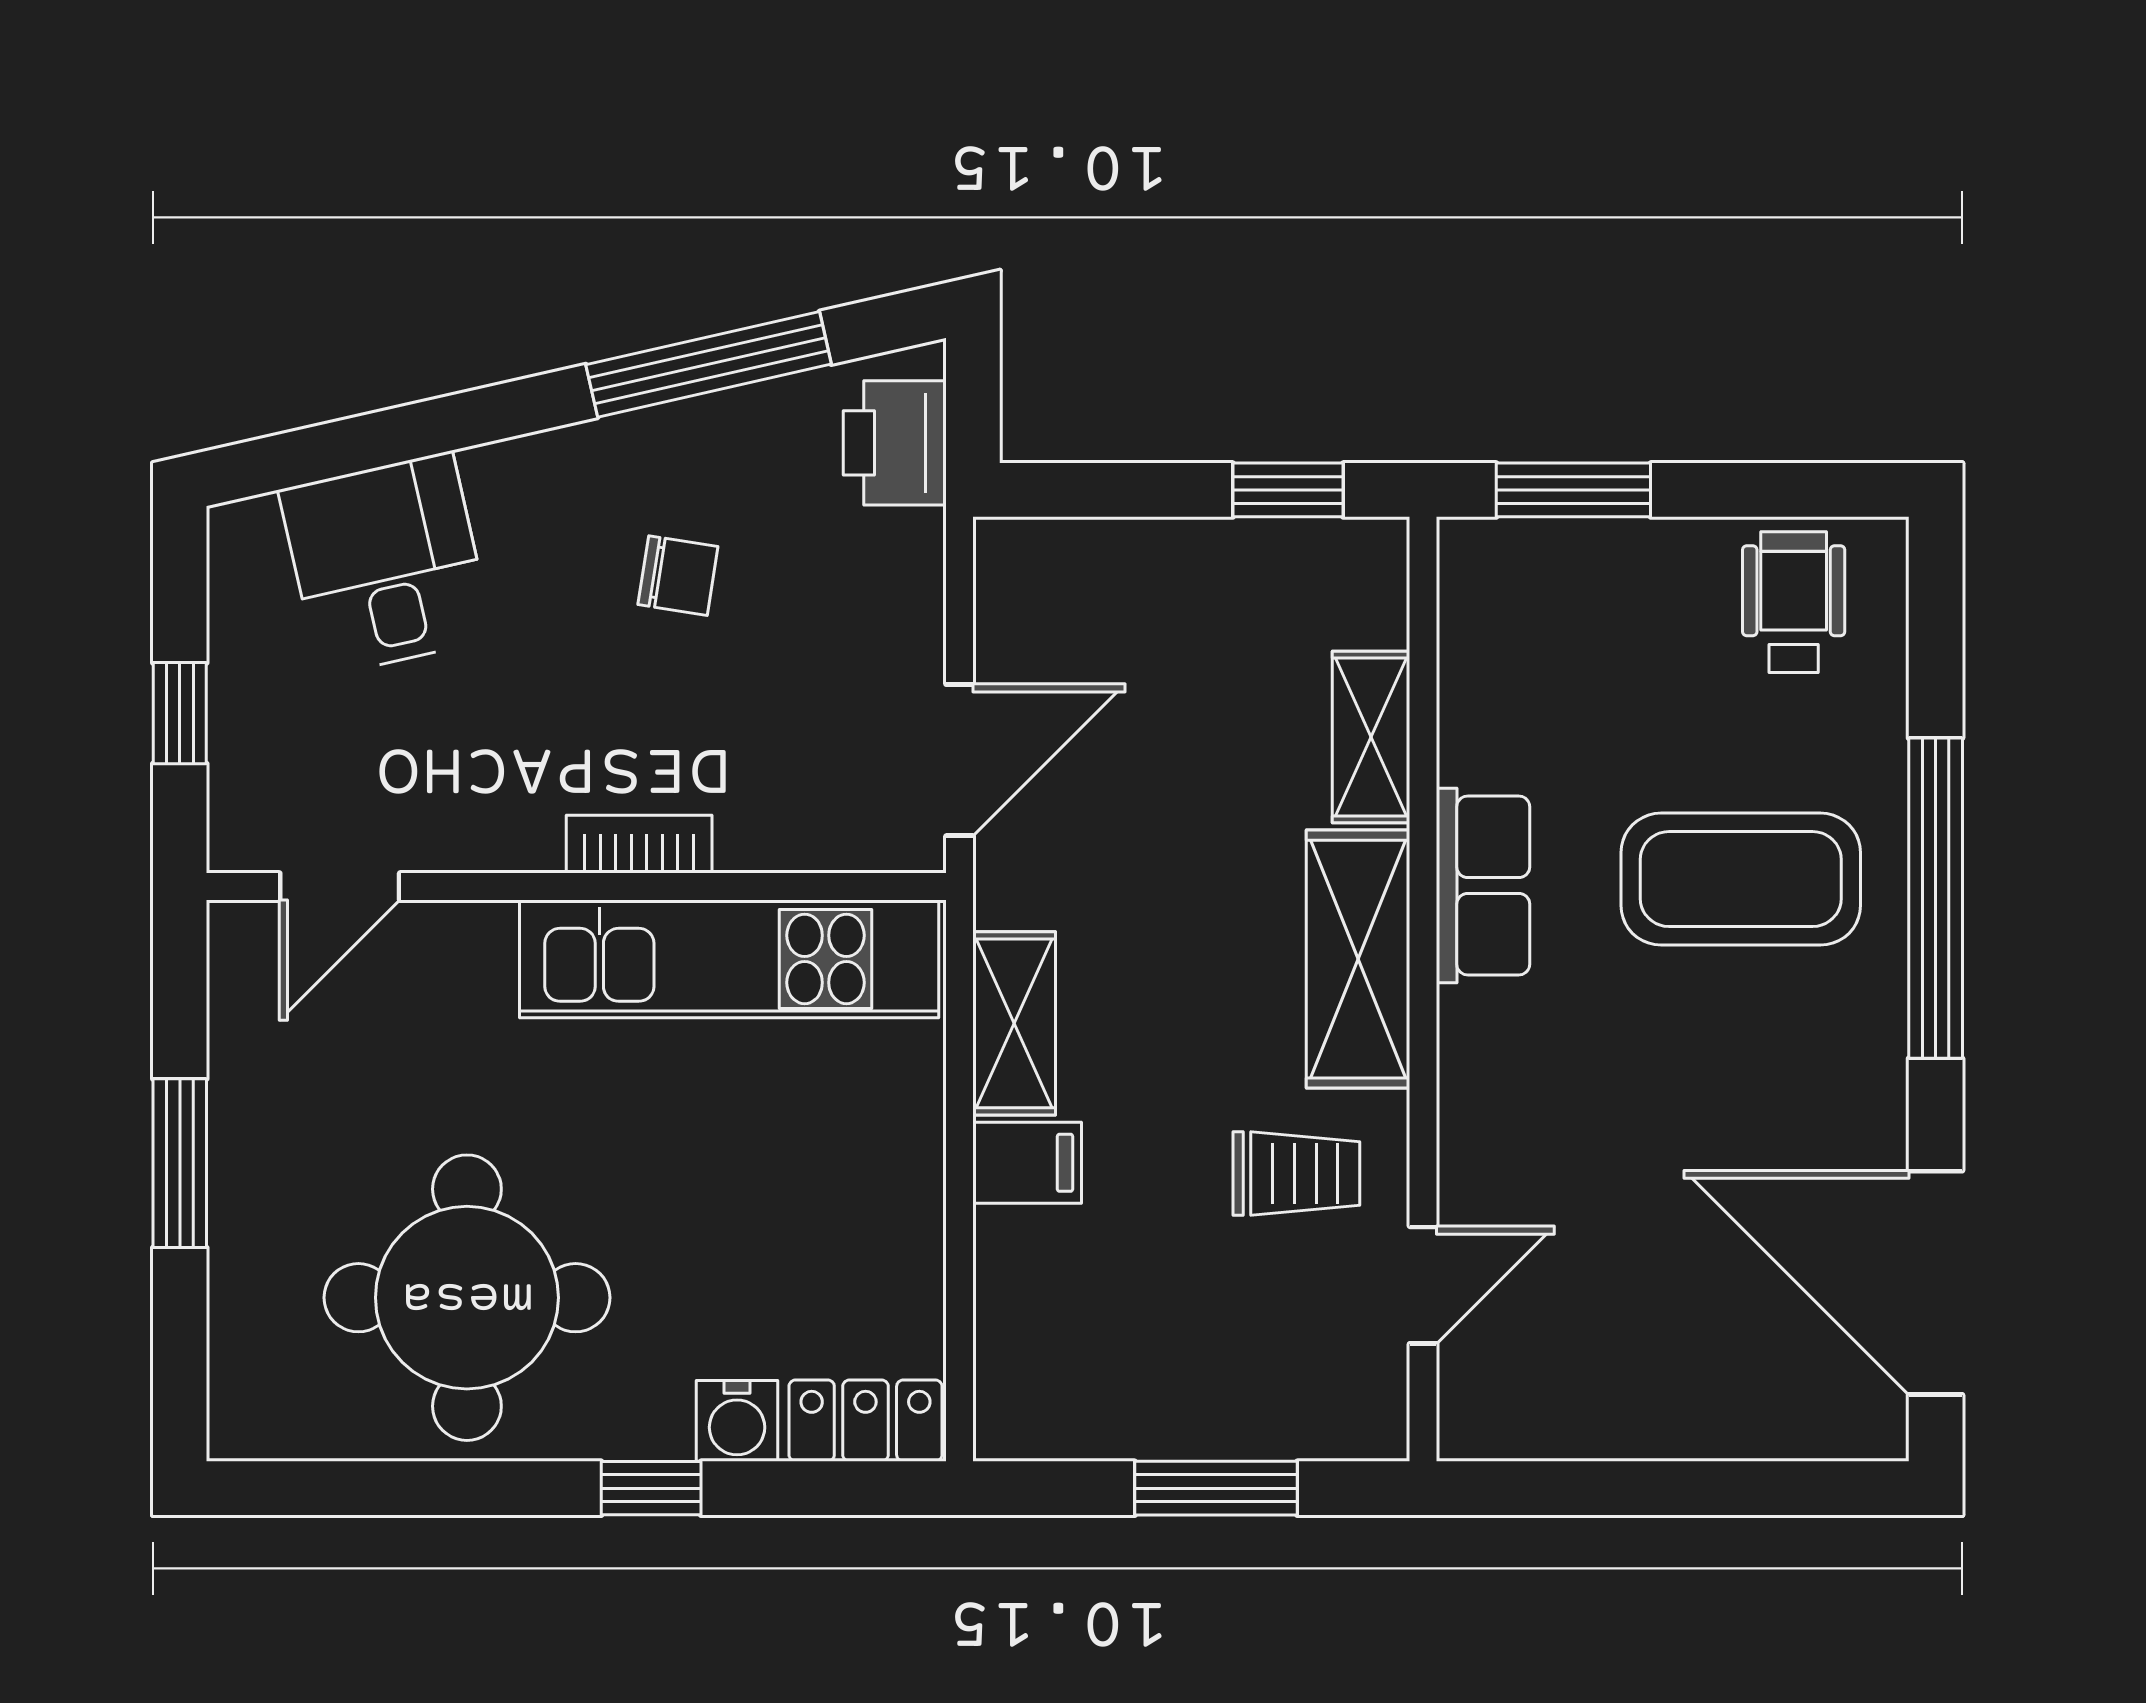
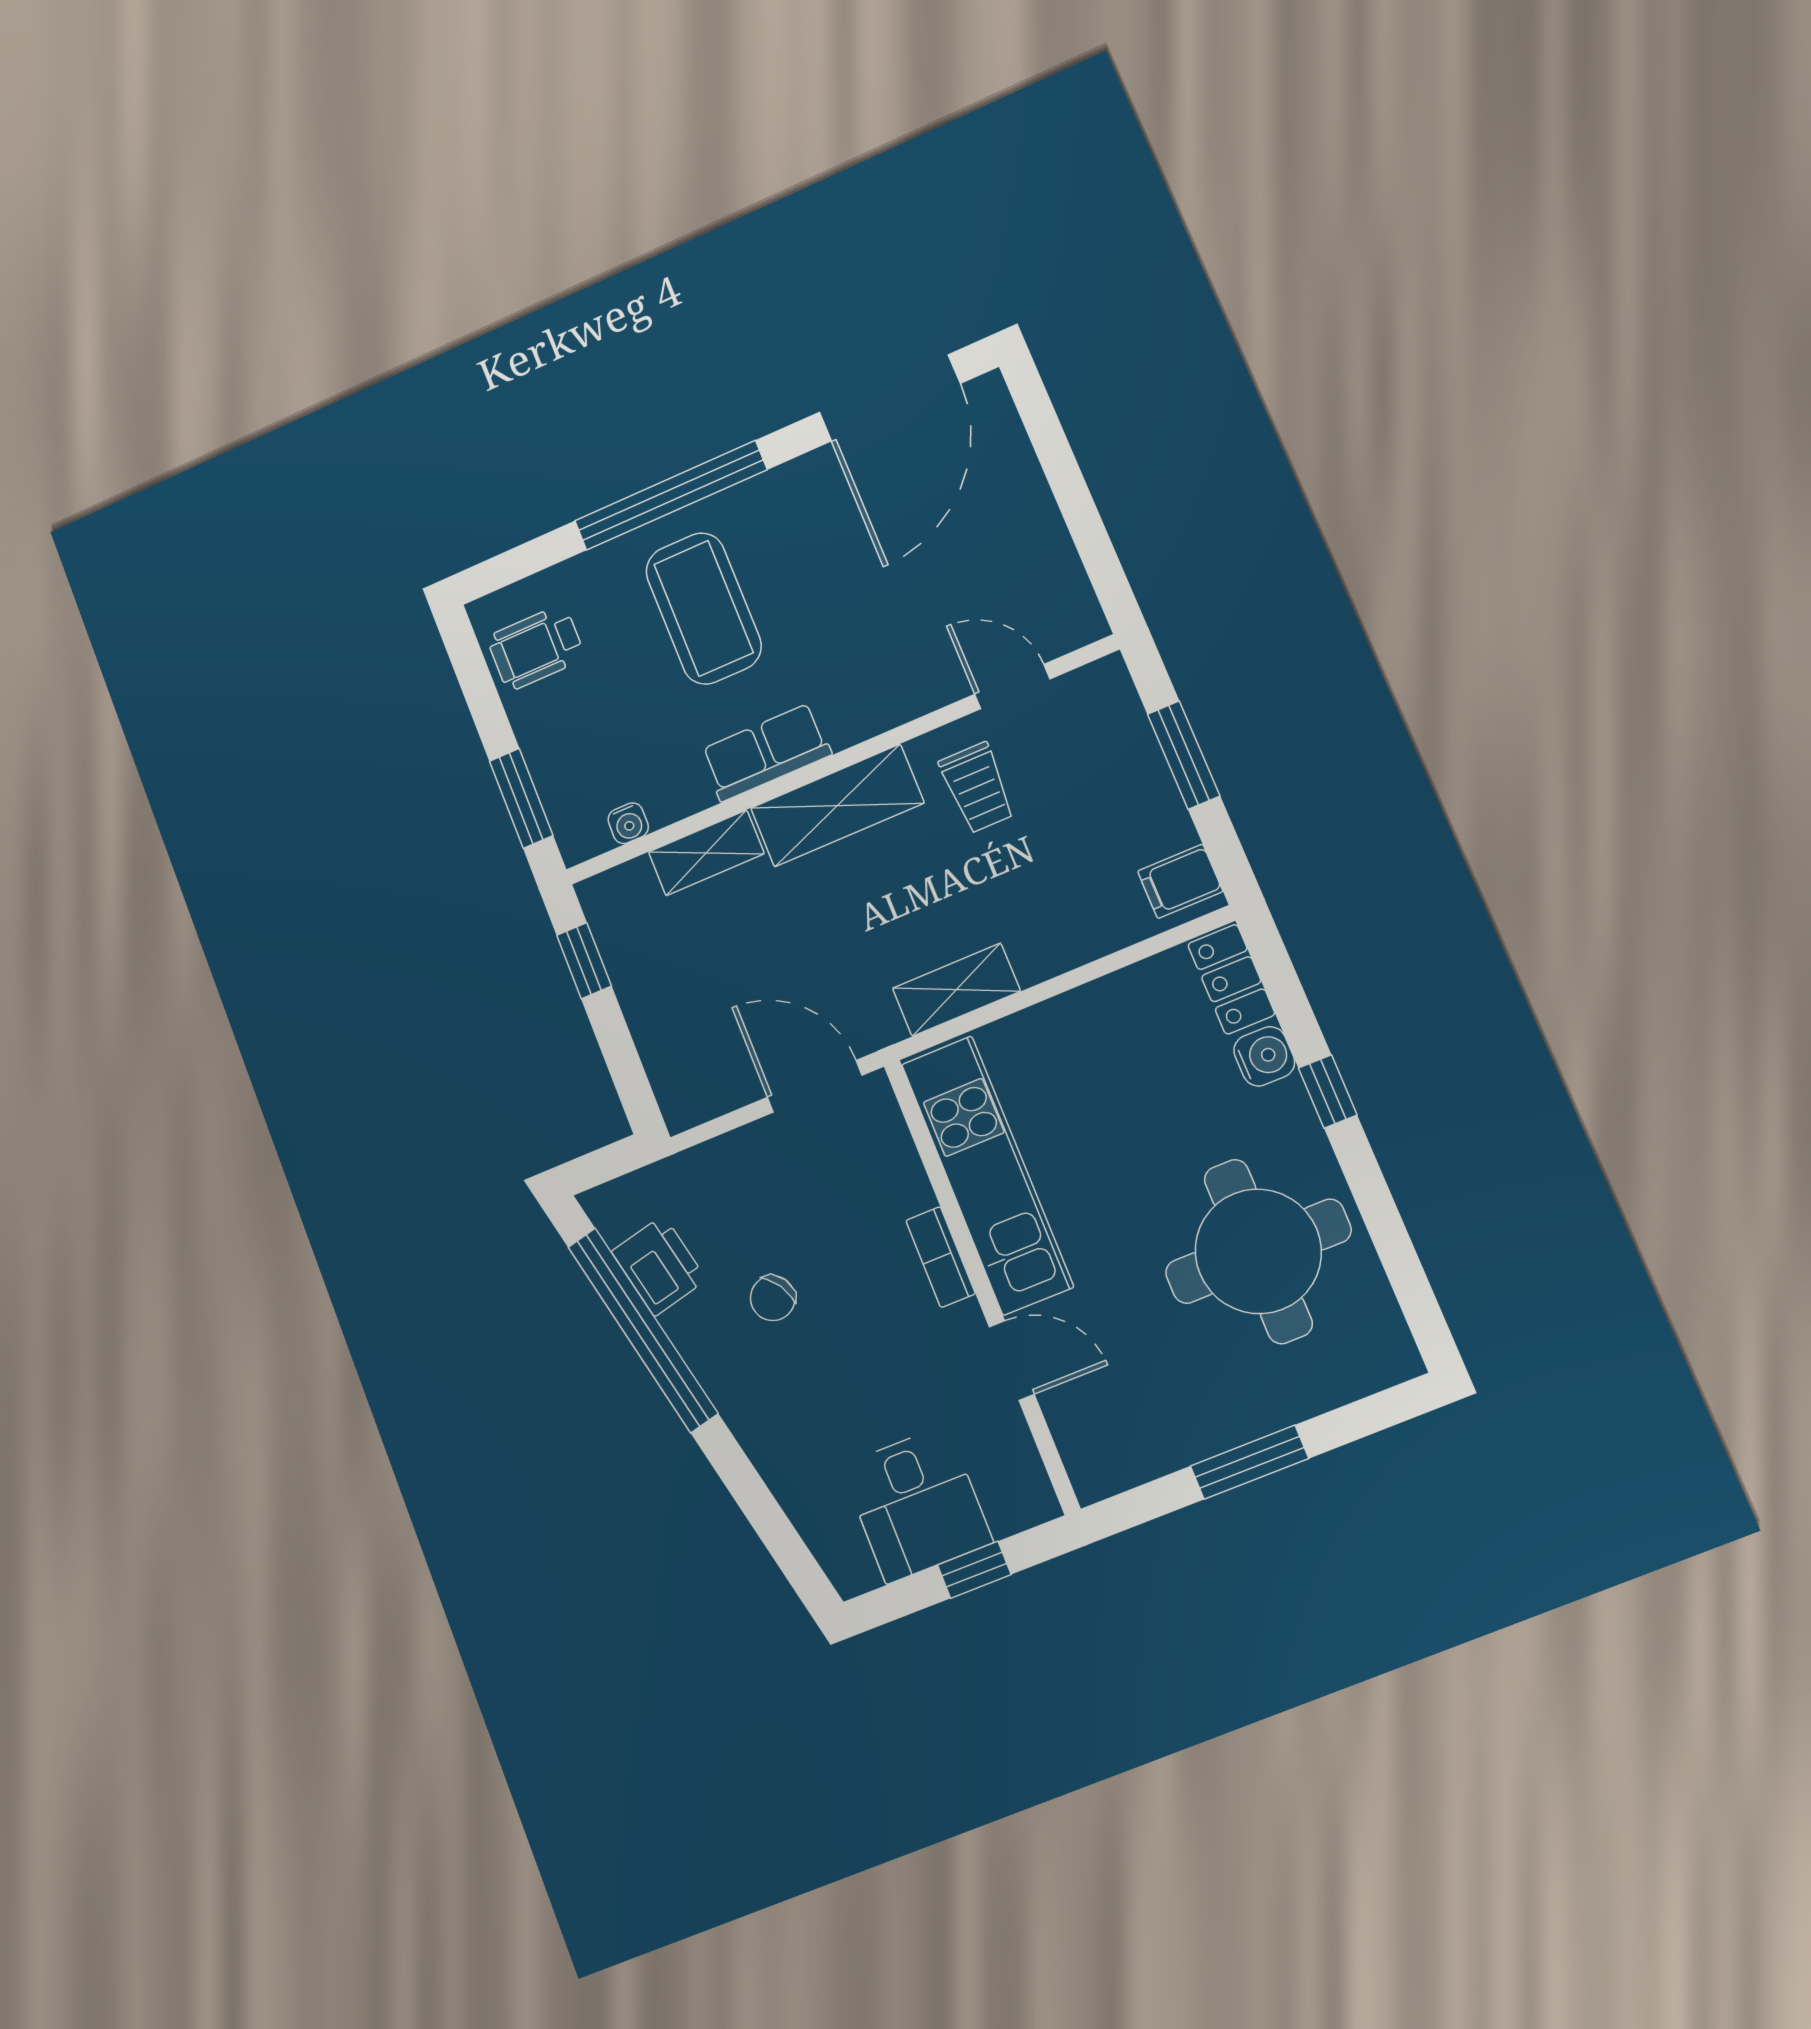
window: (709, 364) -> (643, 1330), width x1.46
printer: (895, 443) -> (659, 1266), moved, turned -103
desk: (386, 564) -> (917, 1504), moved, turned -77
chair: (678, 576) -> (773, 1298), turned -132
water cooler: (1466, 638) -> (628, 823), added
door: (340, 887) -> (1012, 1360), moved
filing cabinet: (1027, 1163) -> (1180, 881), moved, turned -90
trolley: (1296, 1174) -> (977, 788), turned 180

